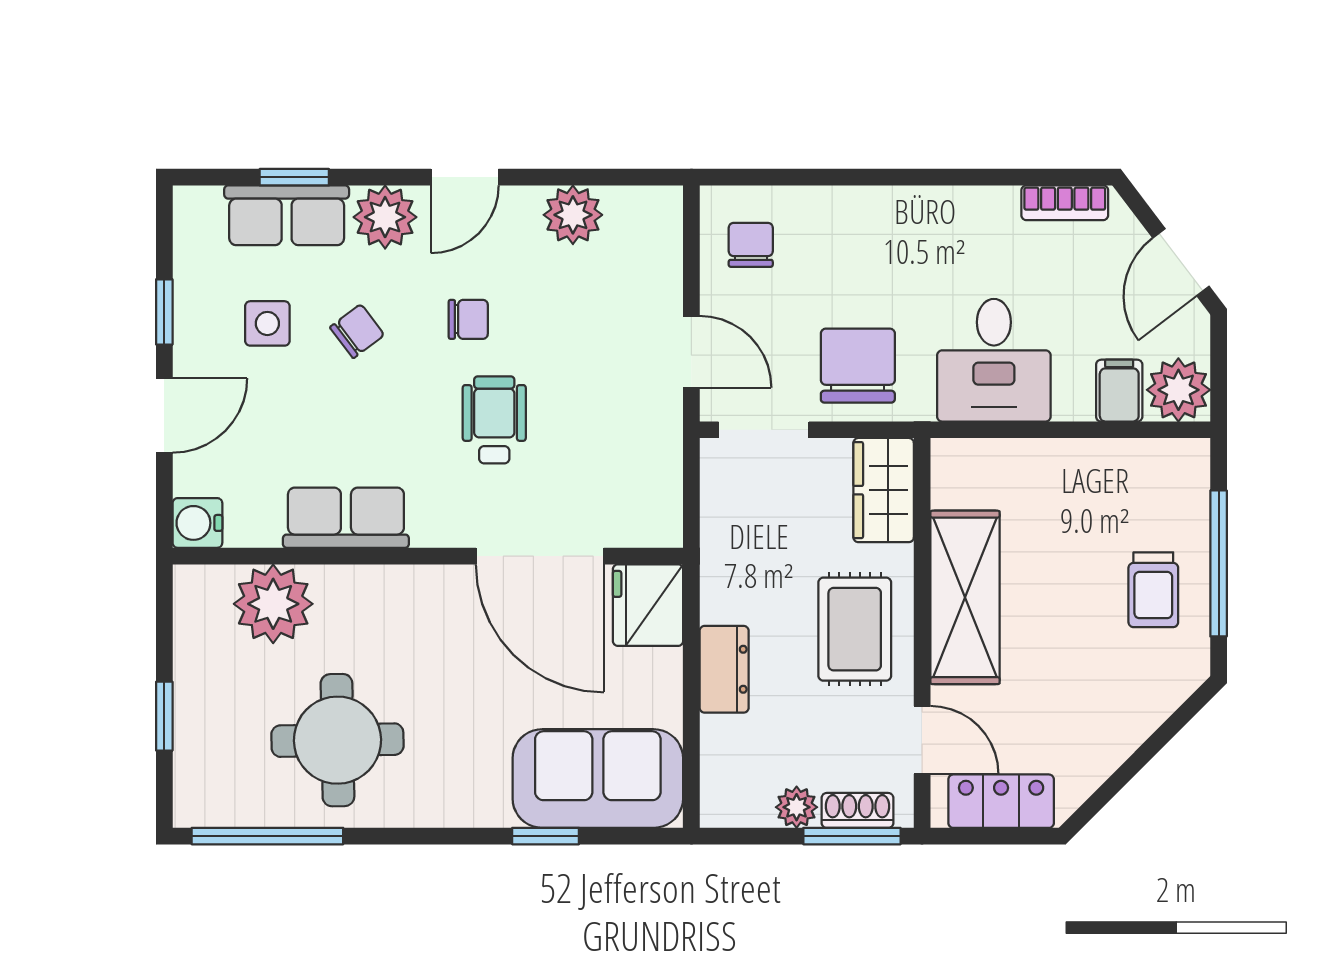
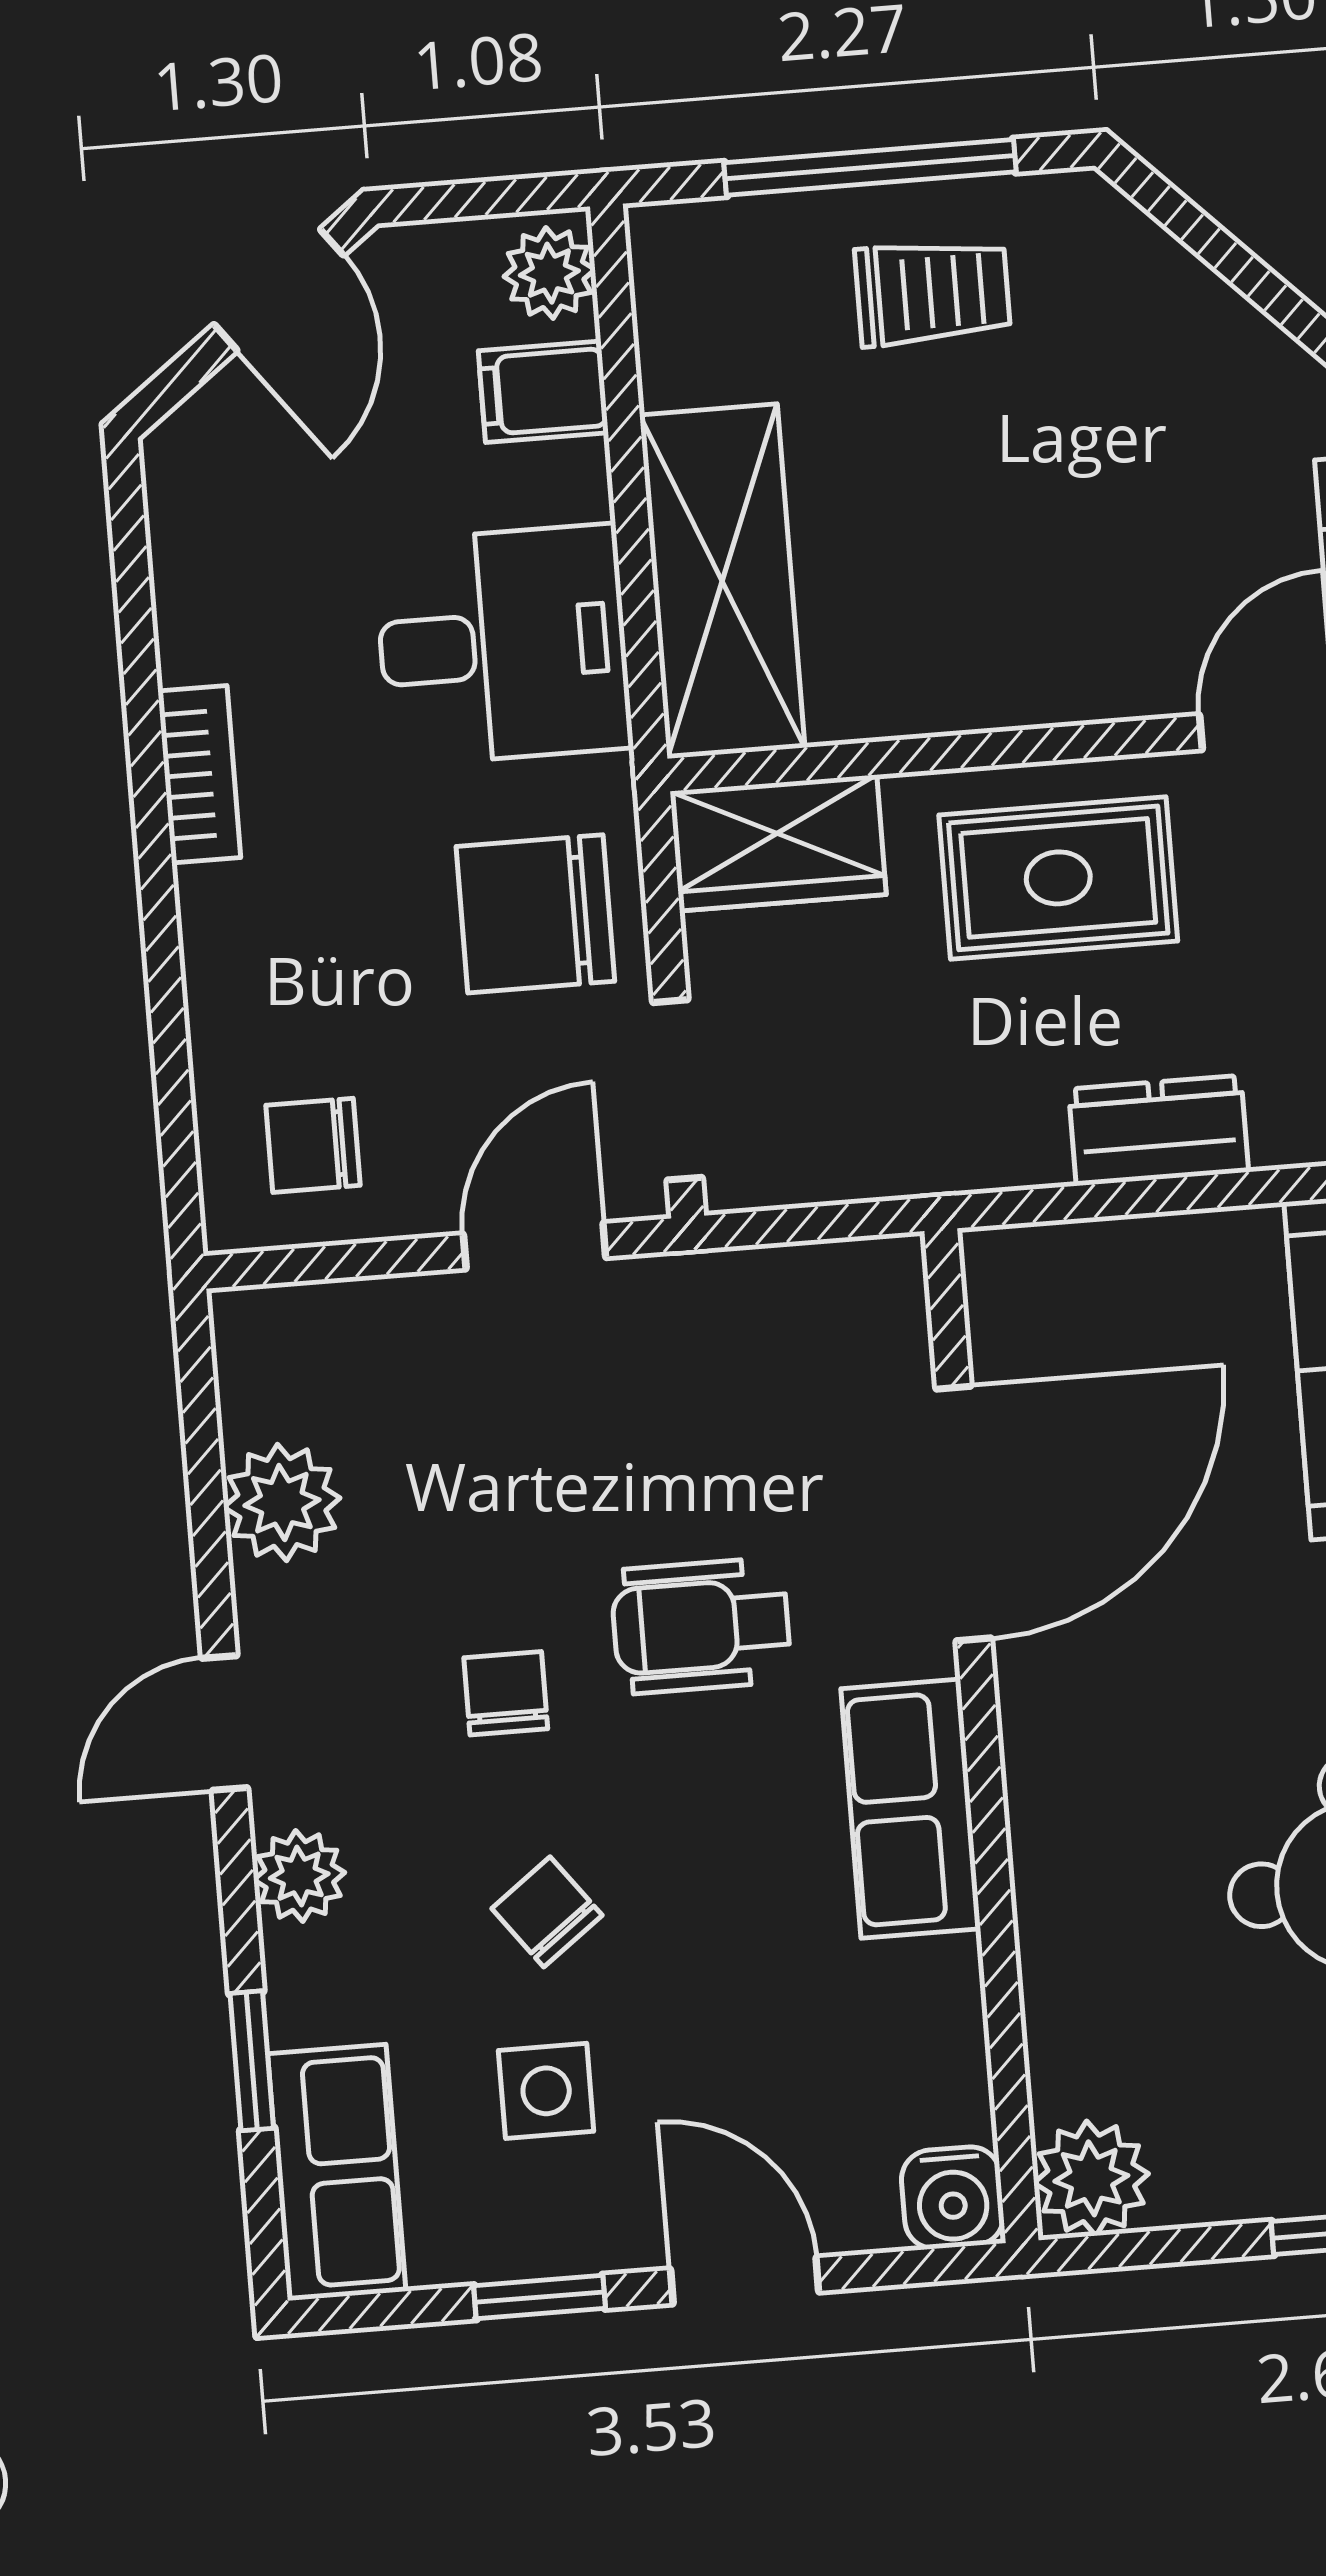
door: (465, 177) -> (225, 1723), swing flipped
bookcase: (1065, 203) -> (199, 774), moved
row of seats: (287, 215) -> (337, 2172), moved
plant: (385, 217) -> (299, 1876), width x0.73, depth x0.73
door: (1181, 262) -> (279, 290), hinge flipped
plant: (1178, 390) -> (549, 273), width x0.73, depth x0.73
row of seats: (346, 518) -> (911, 1809), moved
shelving: (965, 597) -> (722, 581), moved, turned 90
plant: (273, 604) -> (1091, 2178), moved, width x0.73, depth x0.73
fridge: (648, 605) -> (1044, 1291), removed

